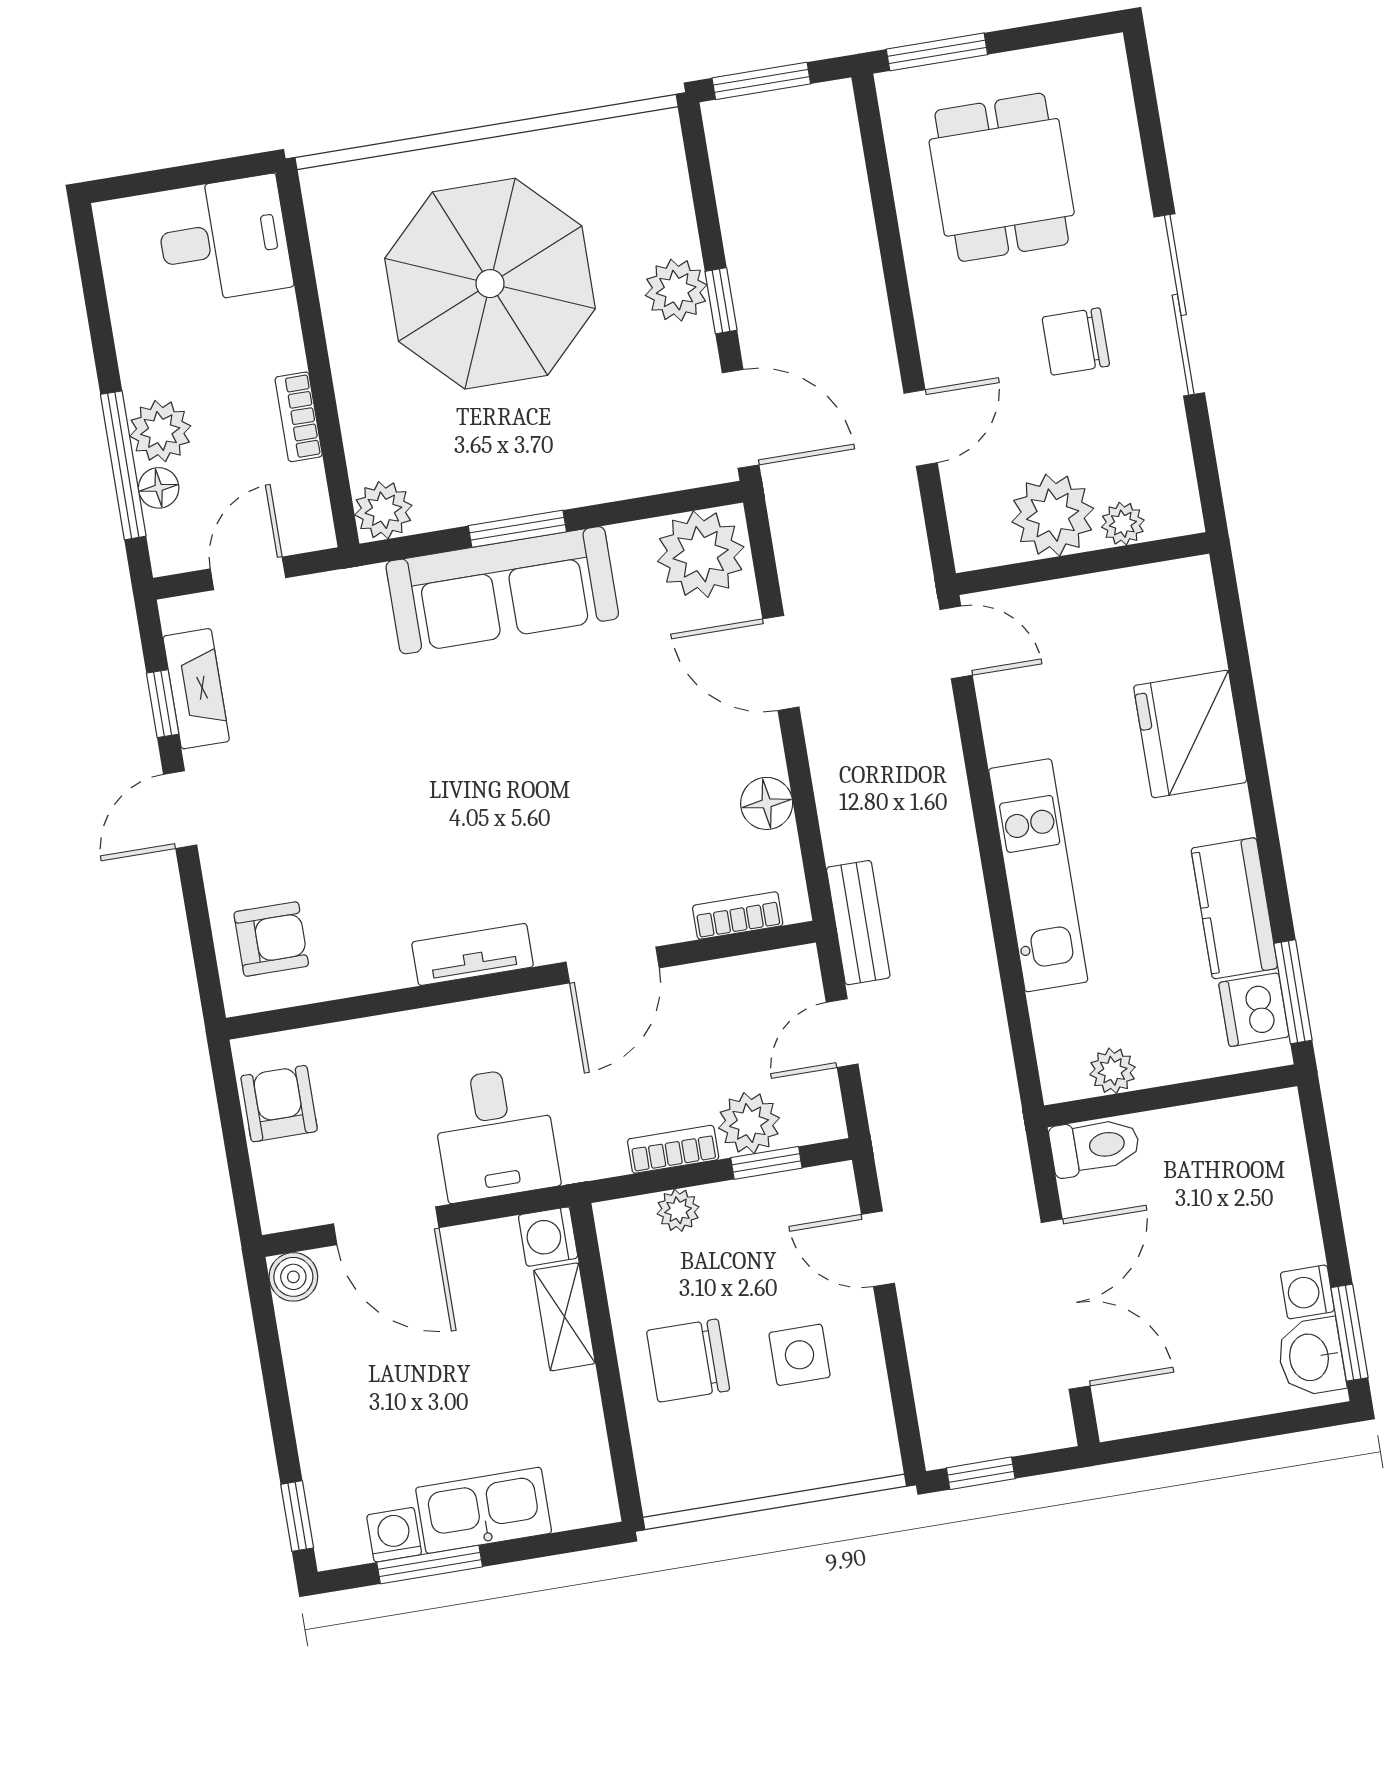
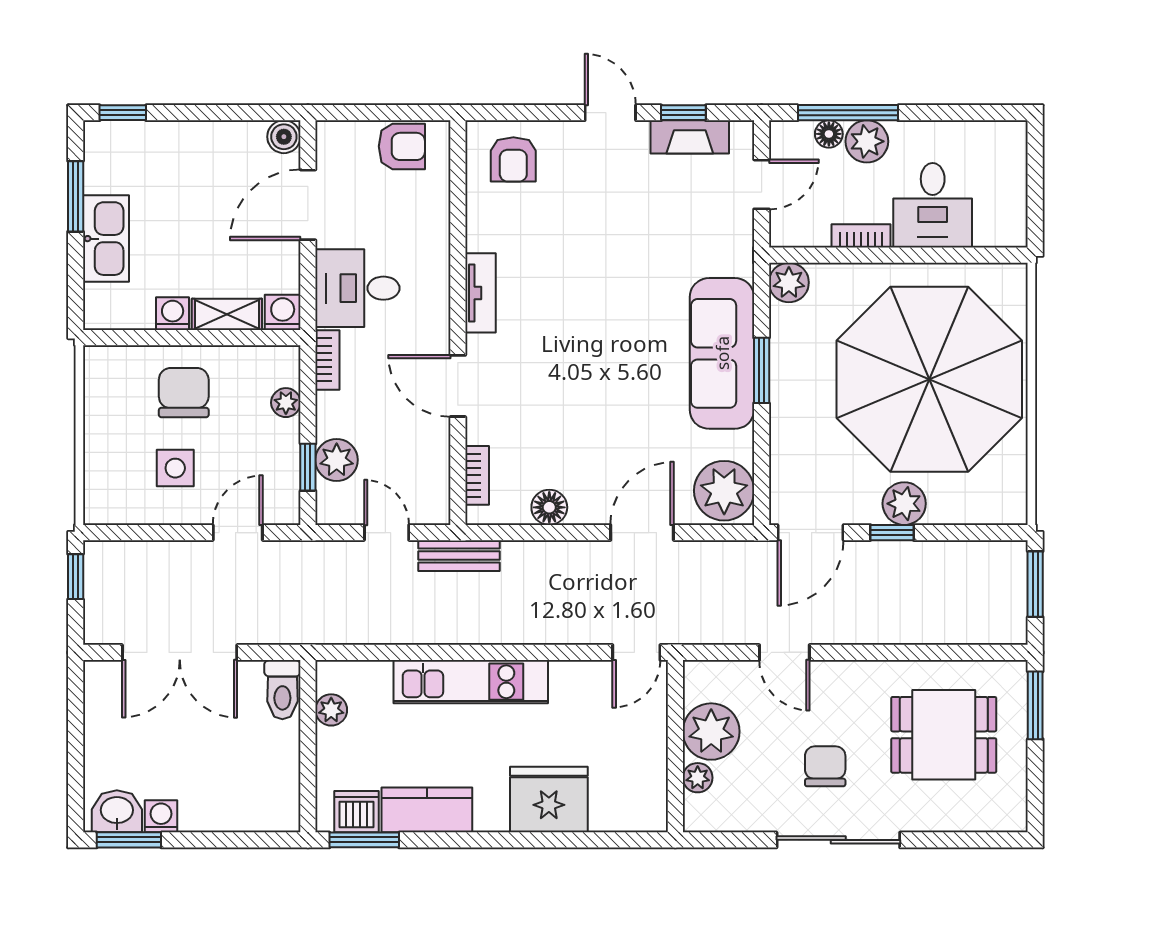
desk: (224, 240) -> (933, 205), moved
parasol: (490, 284) -> (929, 379), width x1.36, depth x1.36
door: (248, 573) -> (762, 184), hinge flipped
bookcase: (673, 1149) -> (327, 360), moved
washing machine: (394, 1535) -> (173, 314), moved, turned -90

